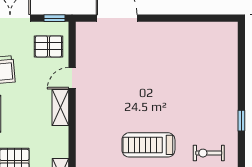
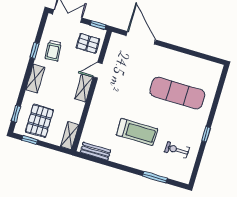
exercise mat: (187, 77) -> (177, 93), added
treadmill: (148, 145) -> (137, 132), turned 180

